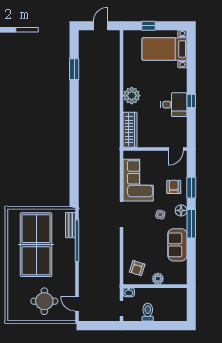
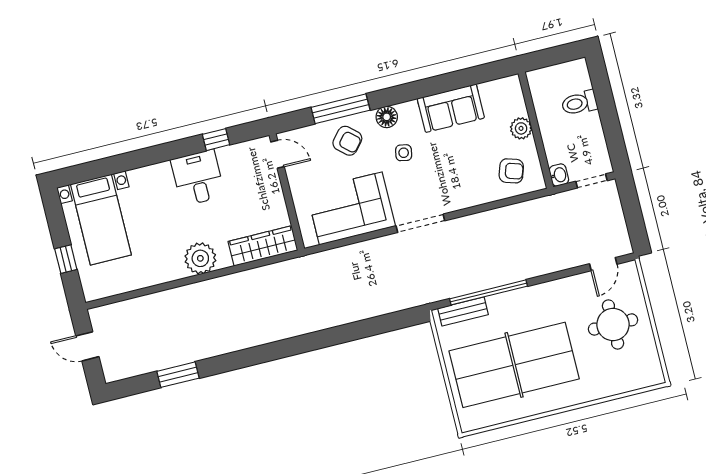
window: (191, 101) -> (216, 140), moved
armchair: (174, 187) -> (347, 141), turned -139
window: (191, 188) -> (341, 109), width x1.44
window: (191, 224) -> (406, 92), removed
toilet: (148, 312) -> (579, 103), moved

